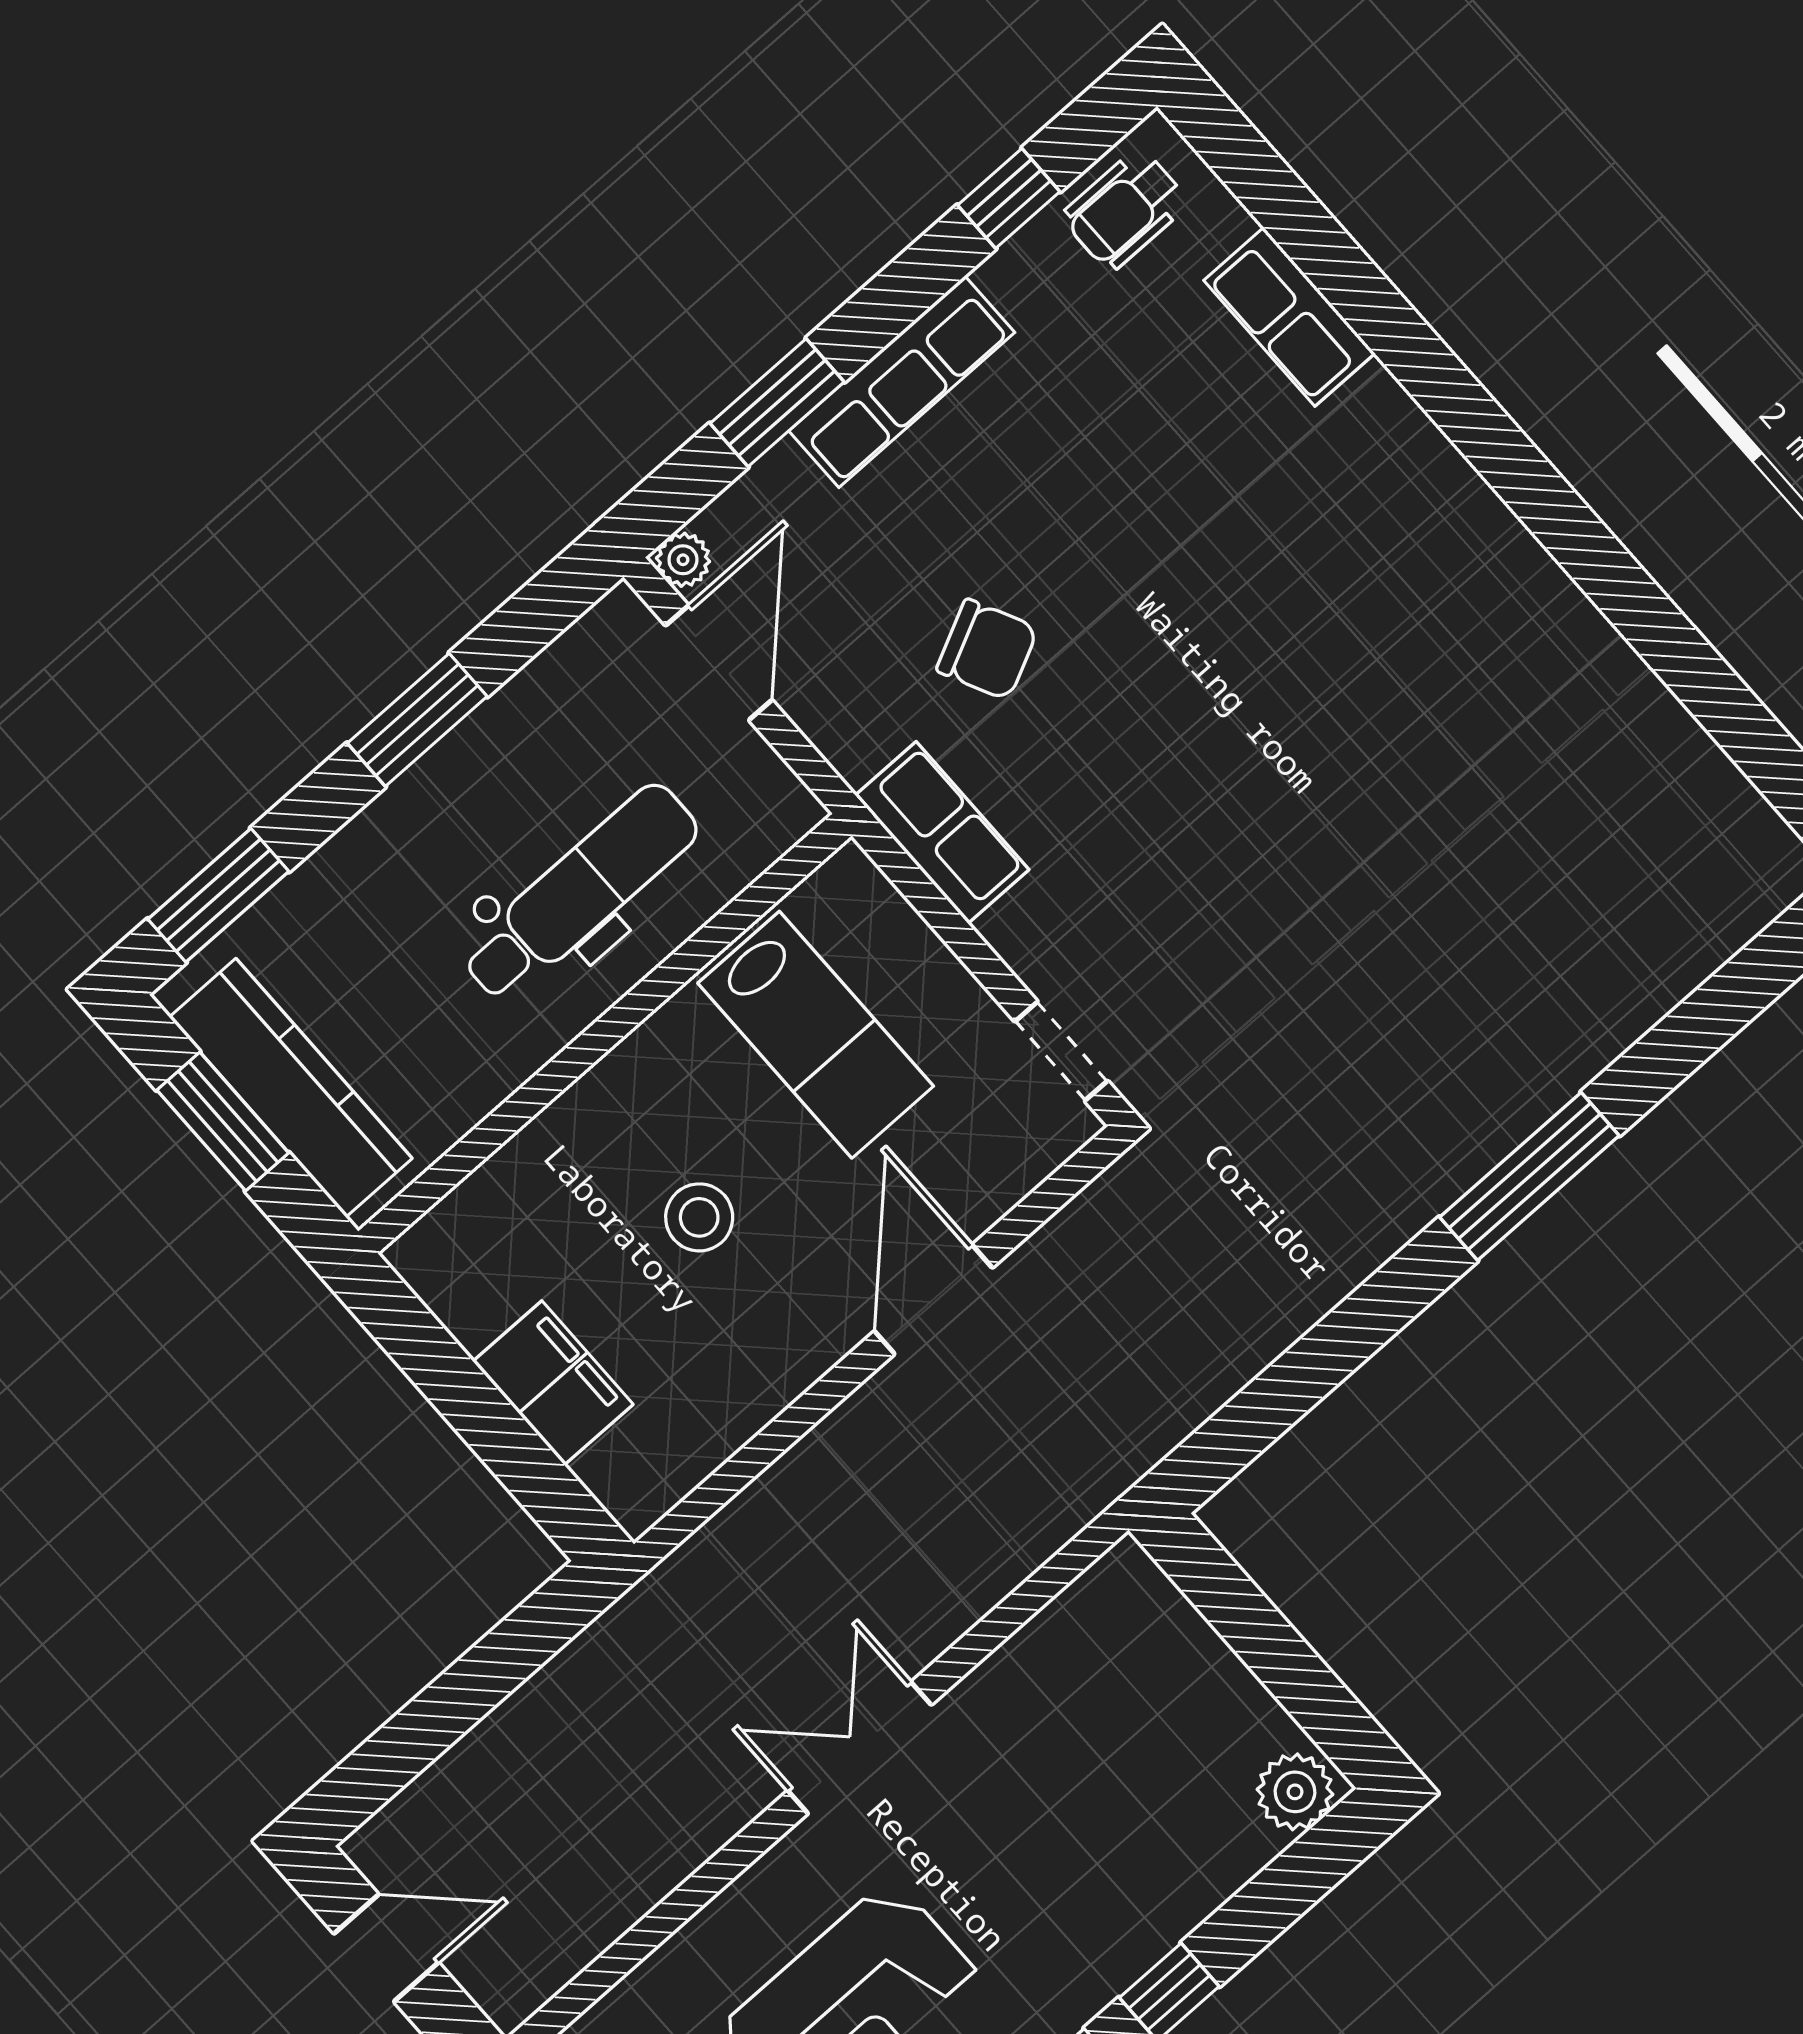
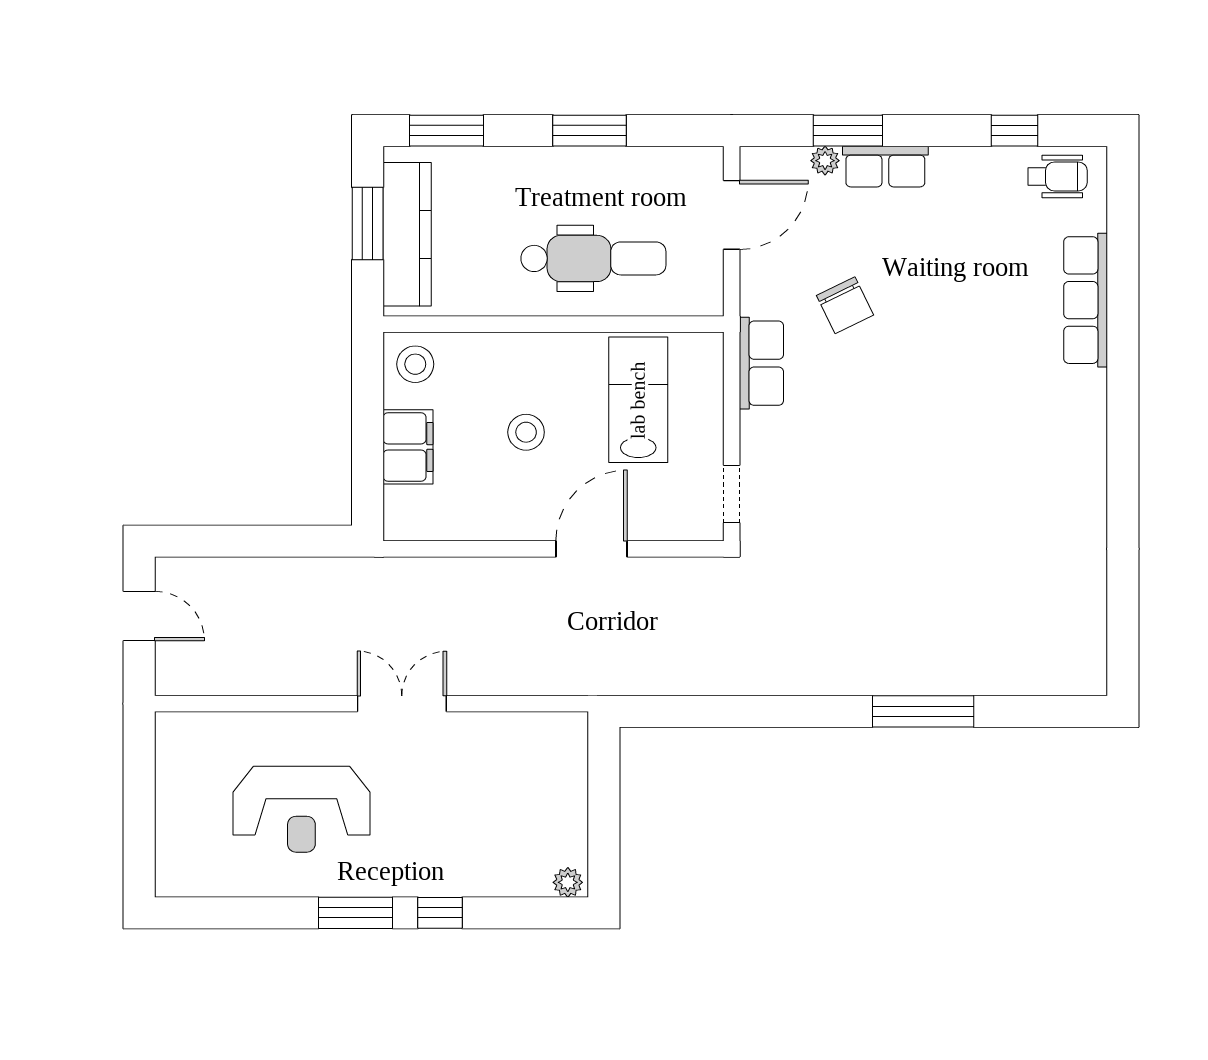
wheelchair: (1125, 209) -> (1057, 176), turned 180
row of seats: (1289, 317) -> (1086, 300), width x1.48
row of seats: (902, 382) -> (885, 167), width x0.68
plant: (683, 560) -> (825, 161), moved
lab bench: (816, 1035) -> (638, 400), turned 180
window: (1529, 1176) -> (923, 711), moved
stool: (462, 1259) -> (415, 364), added
plant: (1295, 1792) -> (568, 882), width x0.73, depth x0.73

